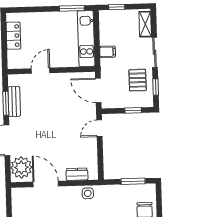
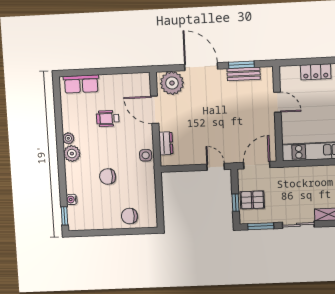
filing cabinet: (108, 52) -> (299, 174), removed
pallet: (138, 80) -> (252, 200), moved
window: (156, 87) -> (261, 226), width x1.50
window: (133, 181) -> (160, 203), removed
door: (46, 184) -> (155, 110), swing flipped

